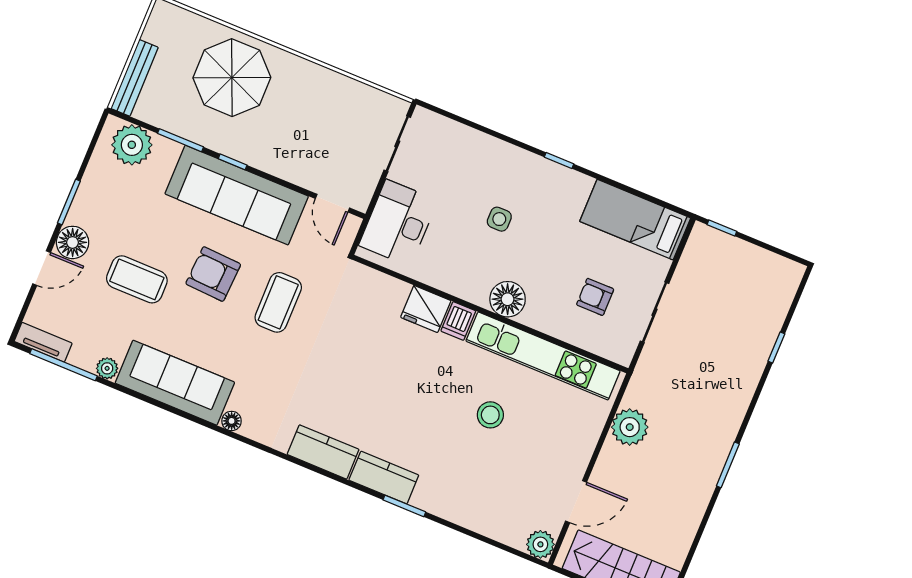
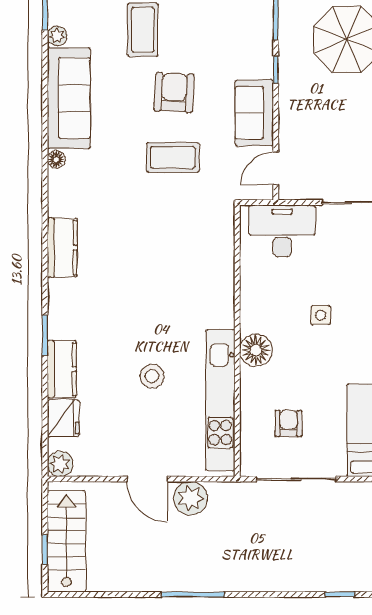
sofa: (237, 195) -> (254, 113), width x0.54, depth x0.79
fridge: (426, 309) -> (63, 418), moved, turned 180
sliding door: (655, 312) -> (296, 479), width x1.37
dishwasher: (458, 321) -> (220, 316), removed
window: (776, 348) -> (340, 594), moved
window: (728, 465) -> (193, 594), width x1.44
kitchen counter: (384, 478) -> (62, 369), moved
door: (576, 502) -> (147, 479), moved

